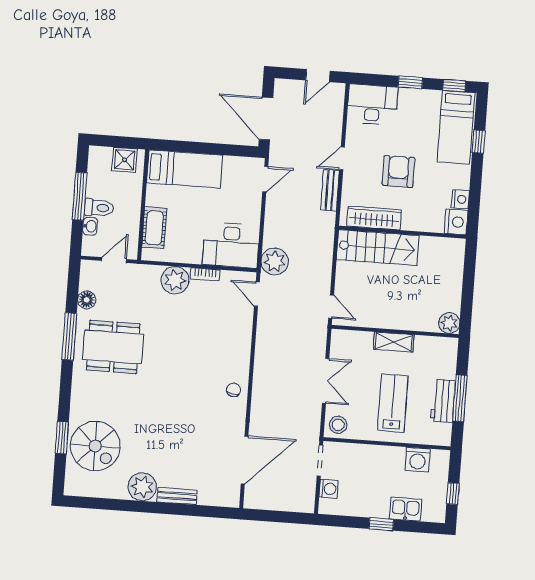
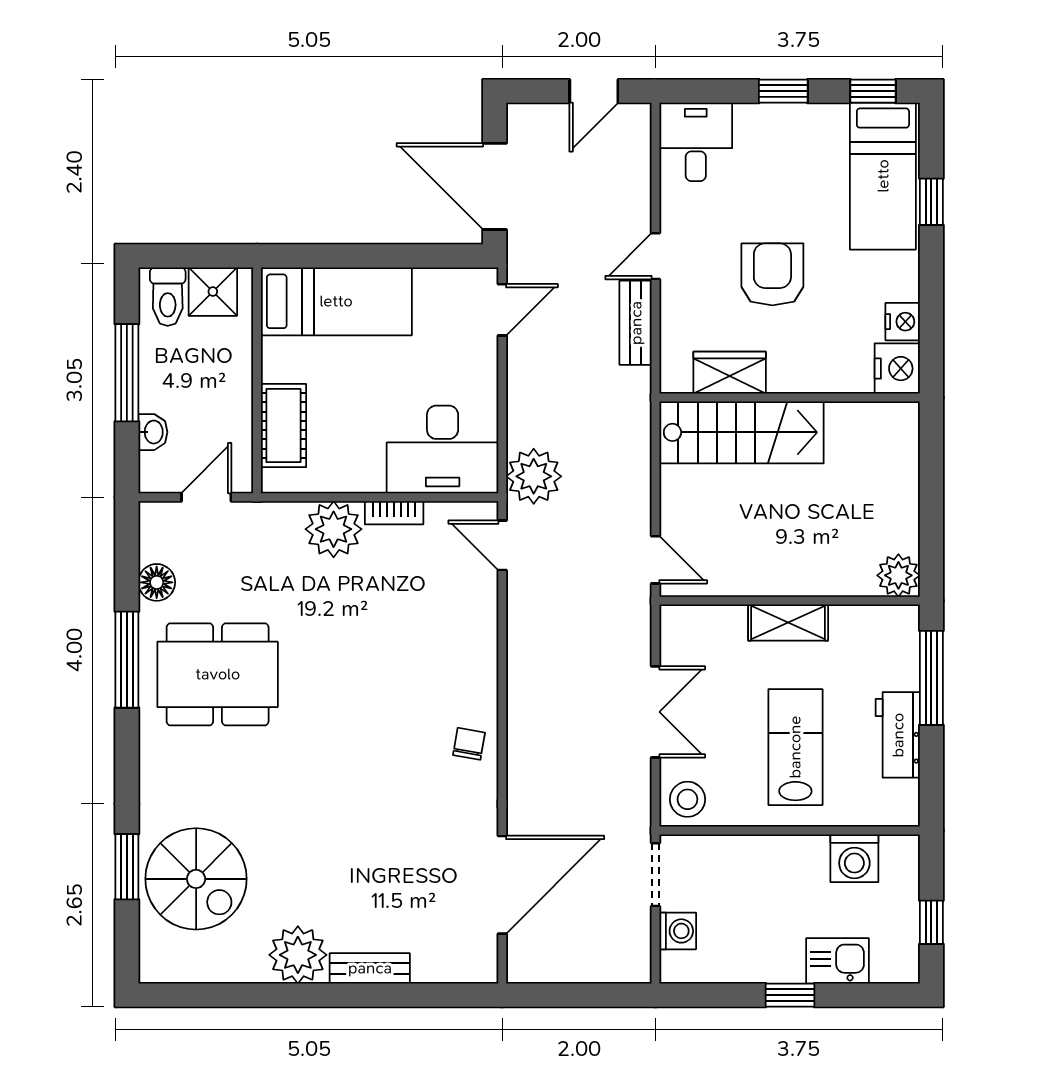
desk: (372, 104) -> (696, 142), width x0.73
toilet: (99, 208) -> (168, 297), moved, turned 90
wardrobe: (374, 218) -> (730, 373), width x0.67
window: (460, 398) -> (931, 678), moved

